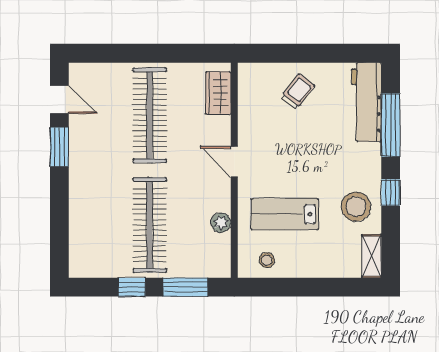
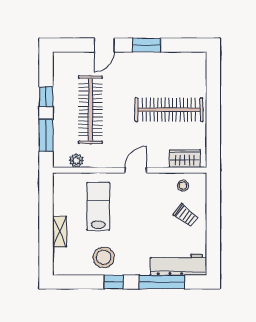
door: (59, 100) -> (104, 45), moved
plant: (221, 223) -> (76, 161), moved
clothes rail: (150, 225) -> (90, 110), turned 90
shelving: (372, 256) -> (60, 232), moved, turned 90
stool: (267, 260) -> (183, 186), moved

